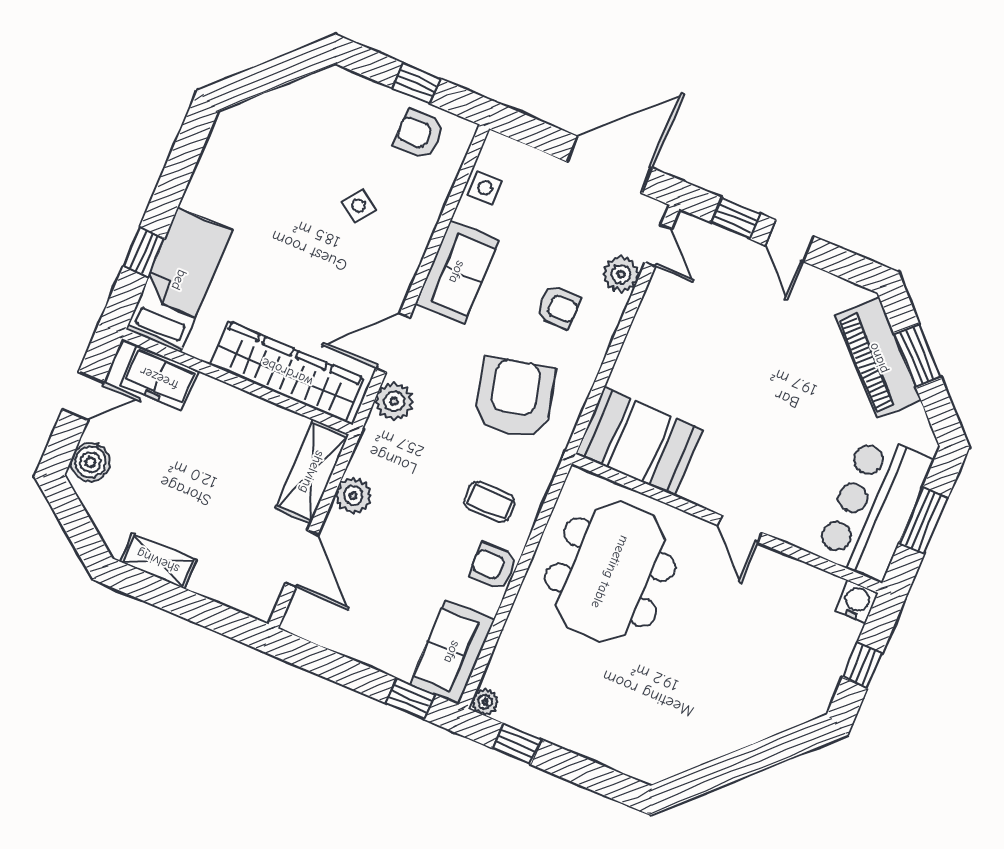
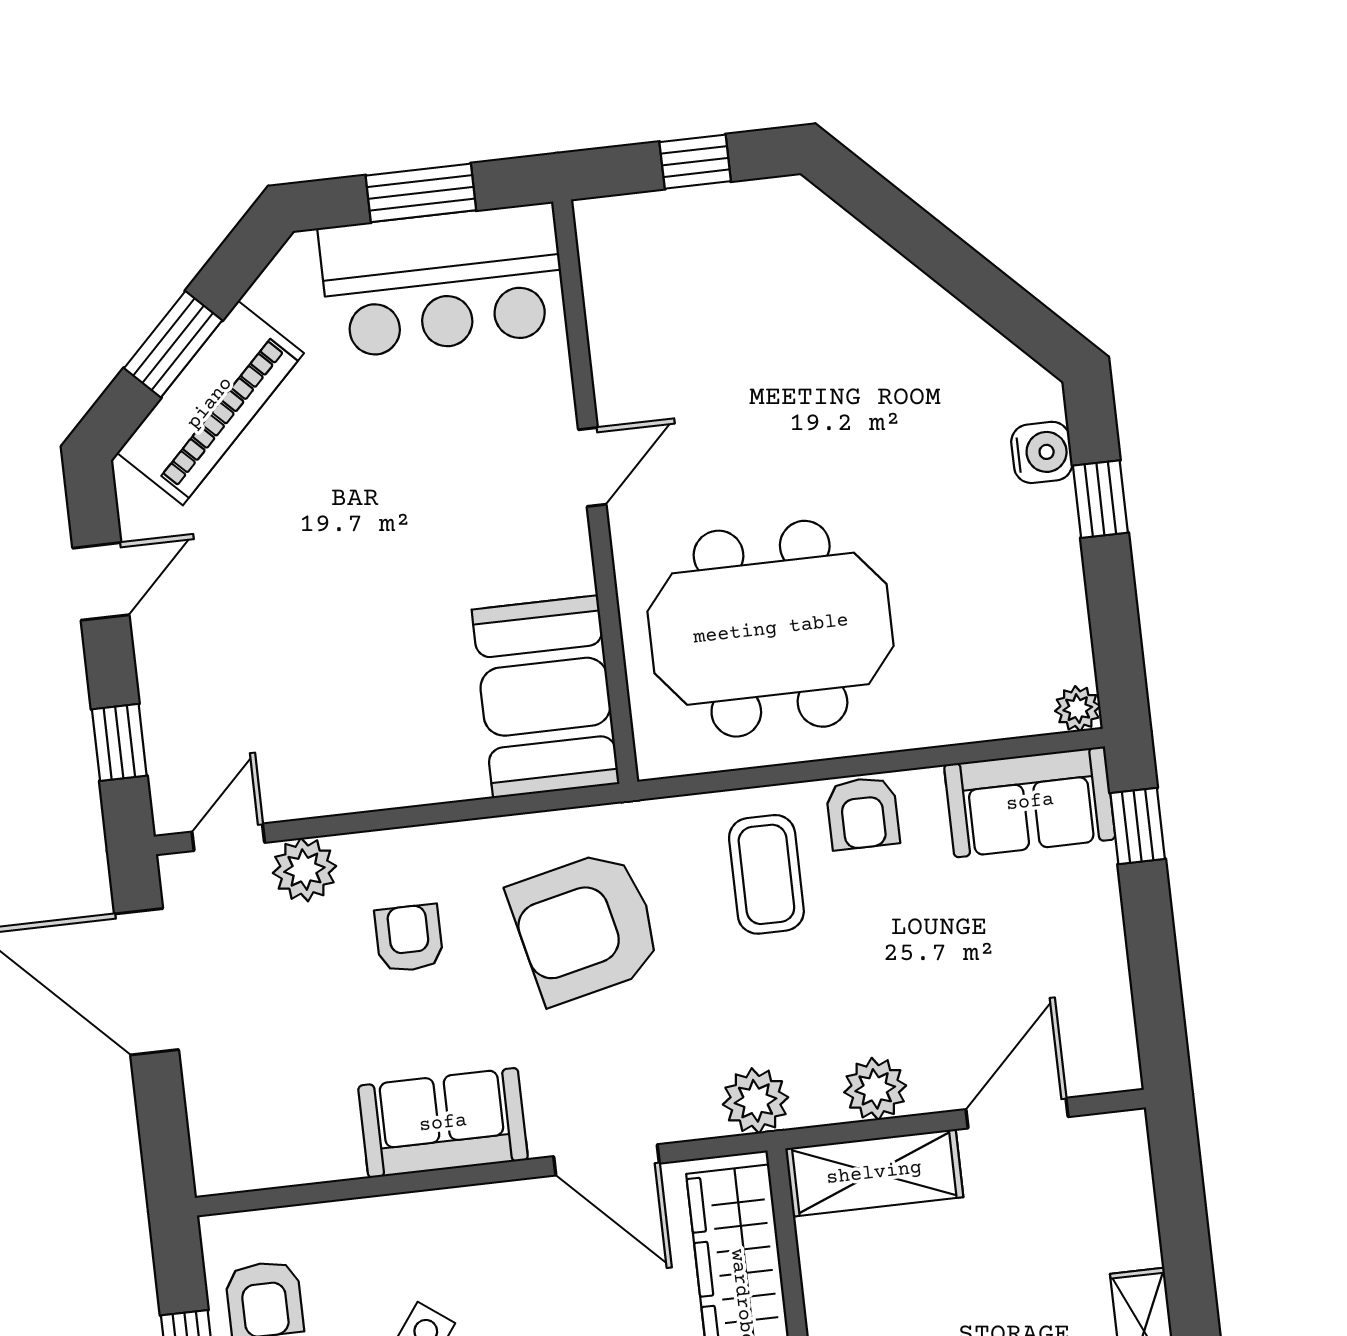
side table: (485, 188) -> (289, 1153), removed
door: (790, 241) -> (101, 581), moved
plant: (394, 401) -> (755, 1101), moved
coffee table: (490, 502) -> (766, 874), width x1.36, depth x1.30
water cooler: (857, 602) -> (1042, 452), moved, turned 180
window: (517, 744) -> (1100, 499), moved

